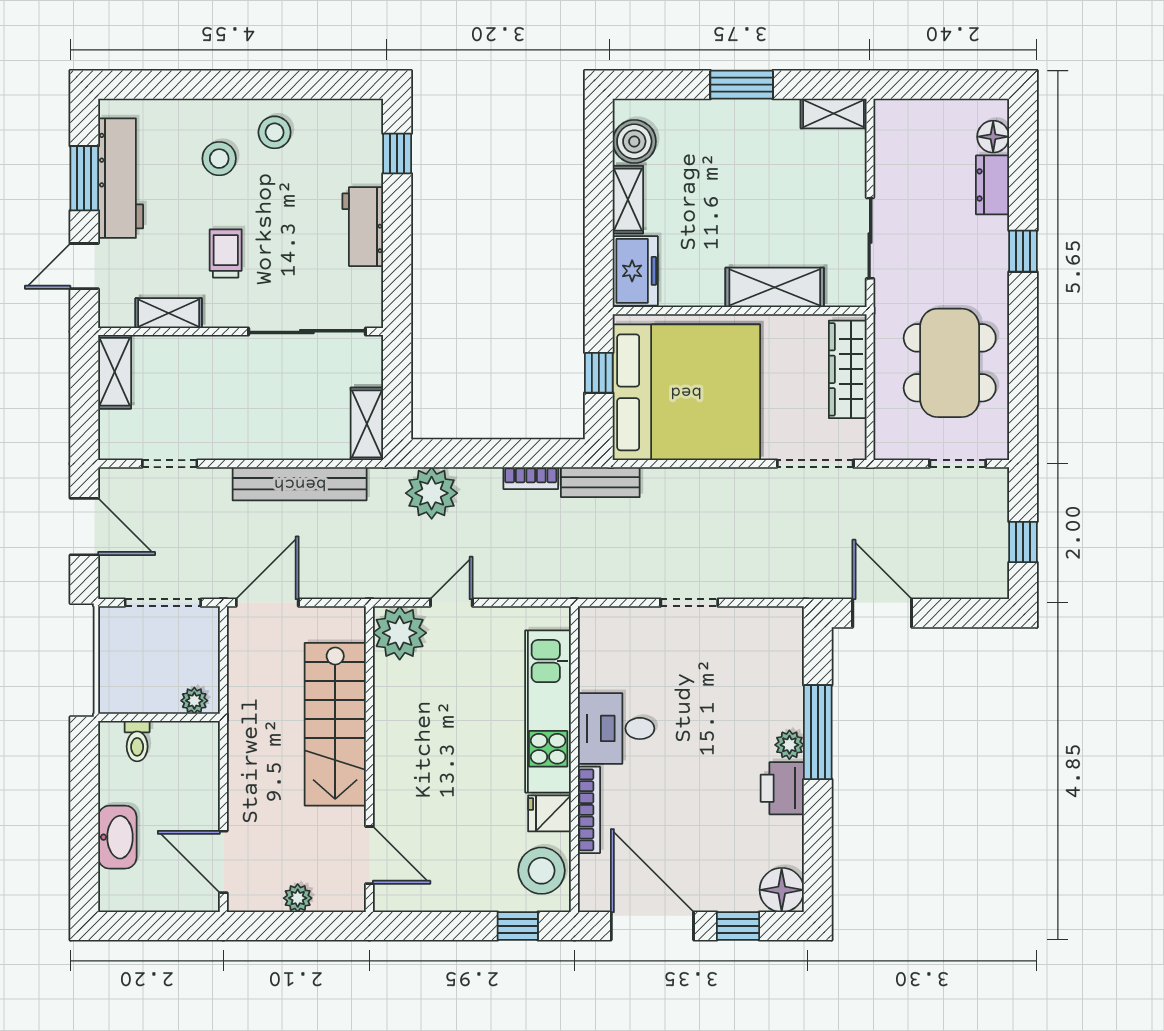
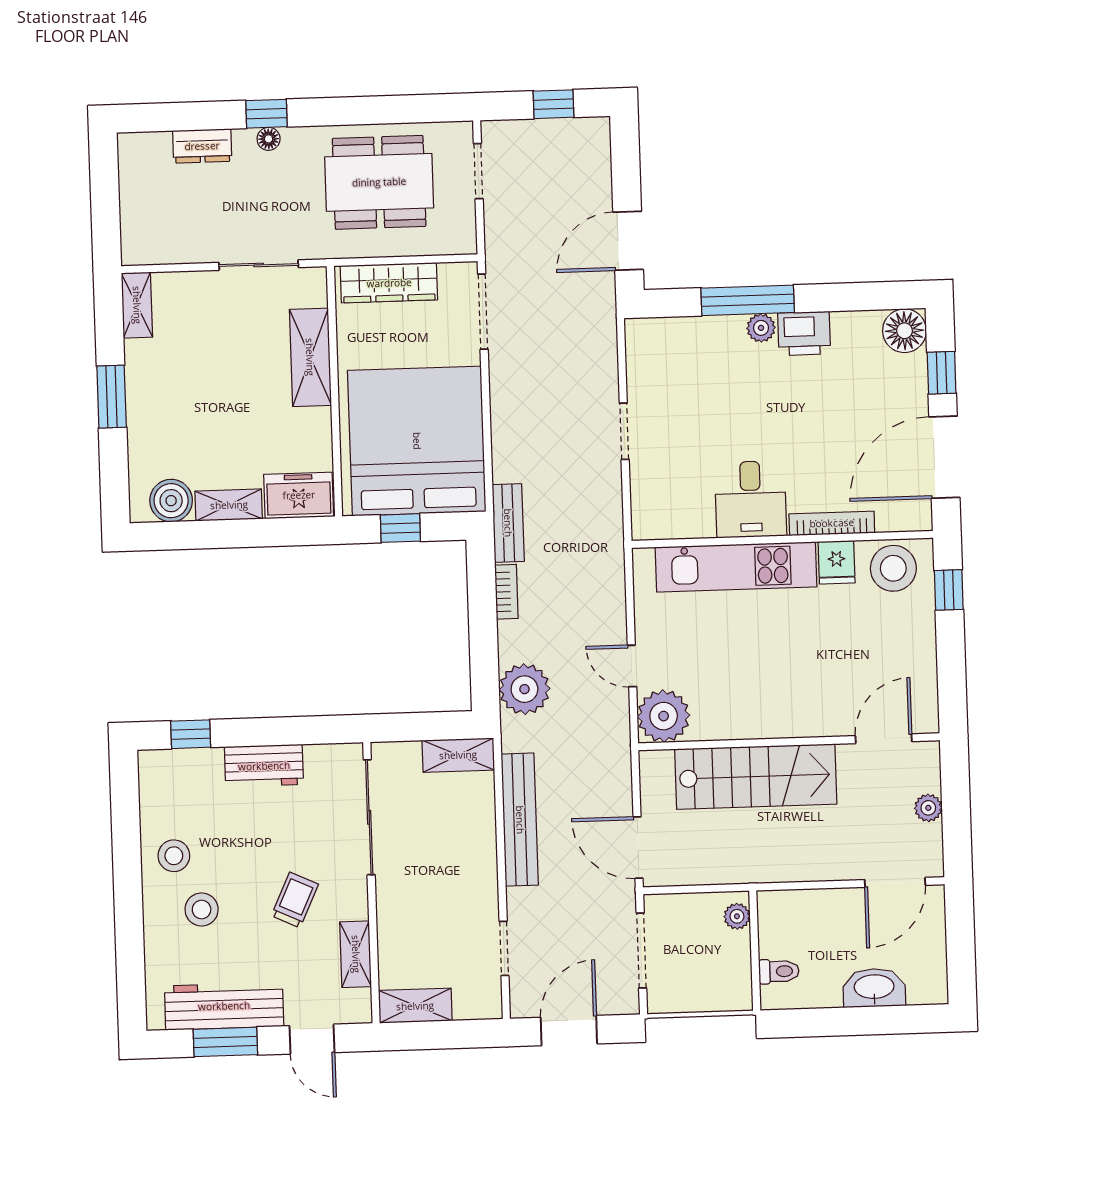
floor lamp: (993, 137) -> (269, 139), moved, width x0.73, depth x0.73
trolley: (226, 253) -> (295, 900), turned 115

